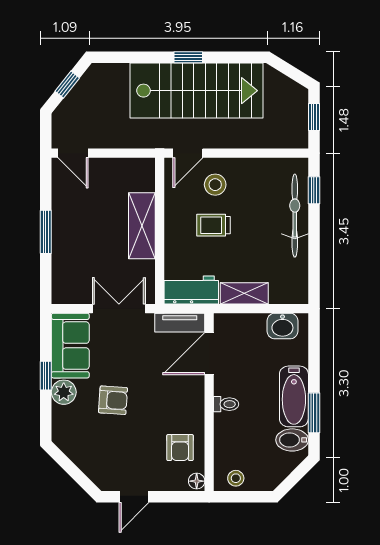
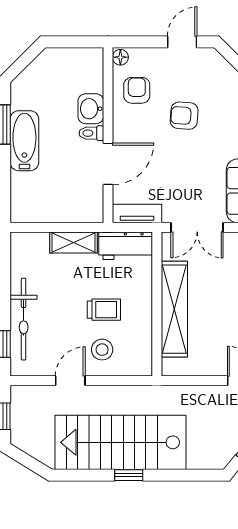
door: (188, 153) -> (70, 381), moved
shelving: (142, 226) -> (174, 309), width x1.47
washbasin: (282, 326) -> (91, 109), moved, turned -90
door: (209, 354) -> (108, 164), moved
armchair: (113, 400) -> (184, 116), moved
bidet: (292, 440) -> (26, 98), removed
stool: (236, 478) -> (82, 60), removed

